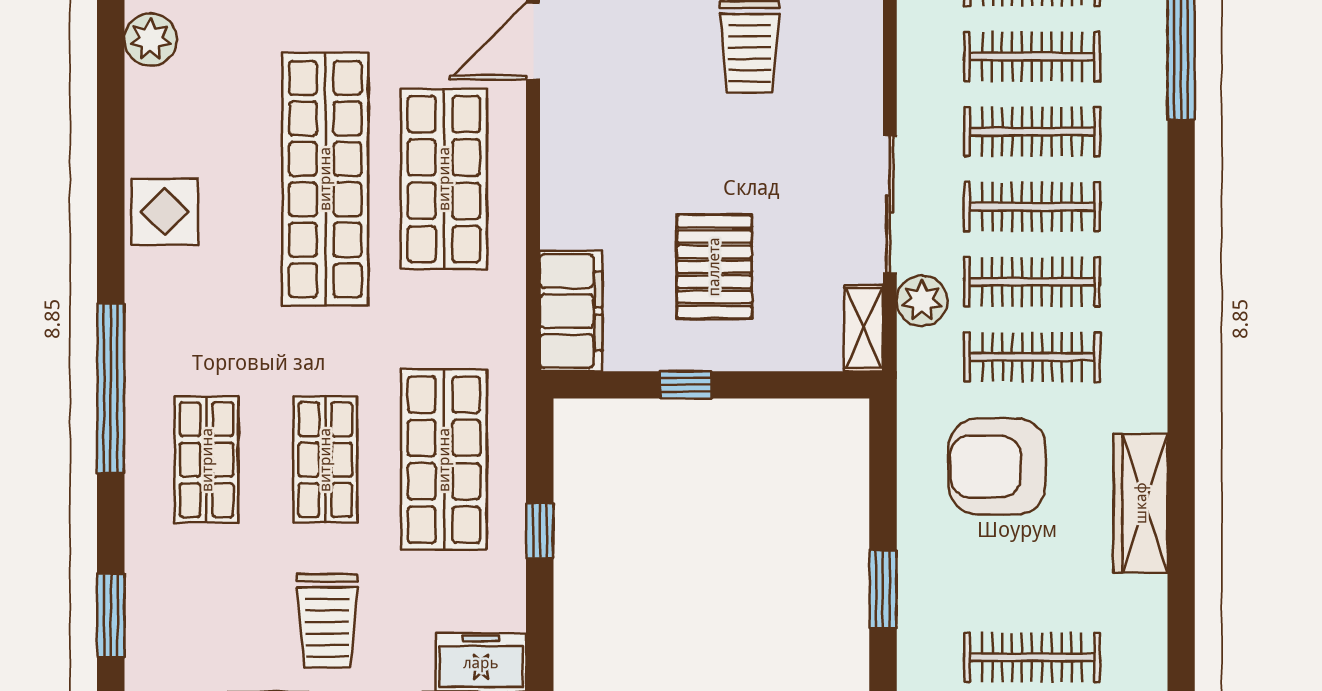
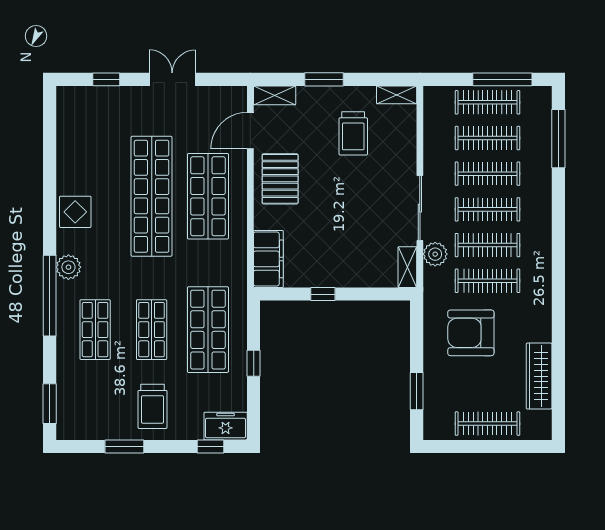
plant: (150, 39) -> (68, 267), moved
pallet: (714, 267) -> (280, 179), moved
wardrobe: (1141, 503) -> (539, 376), moved

